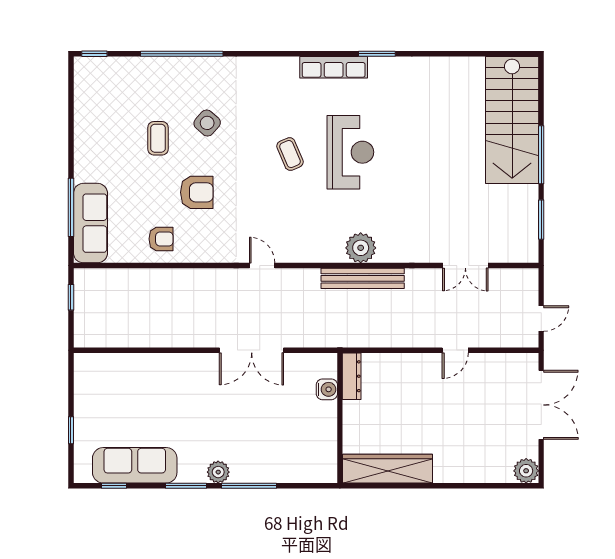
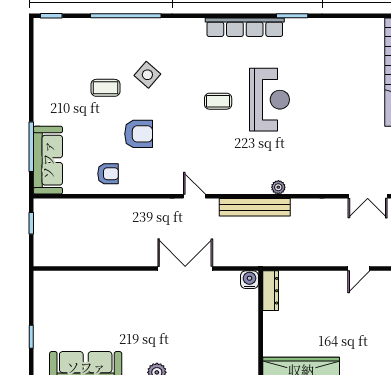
row of seats: (334, 67) -> (245, 27), width x1.36
coffee table: (158, 138) -> (106, 88), turned 90
coffee table: (290, 154) -> (218, 101), turned -67
plant: (361, 248) -> (278, 187), width x0.53, depth x0.53
bench: (363, 278) -> (255, 207), moved
double door: (252, 350) -> (185, 269), swing flipped
water cooler: (327, 389) -> (249, 280), moved, turned -90

